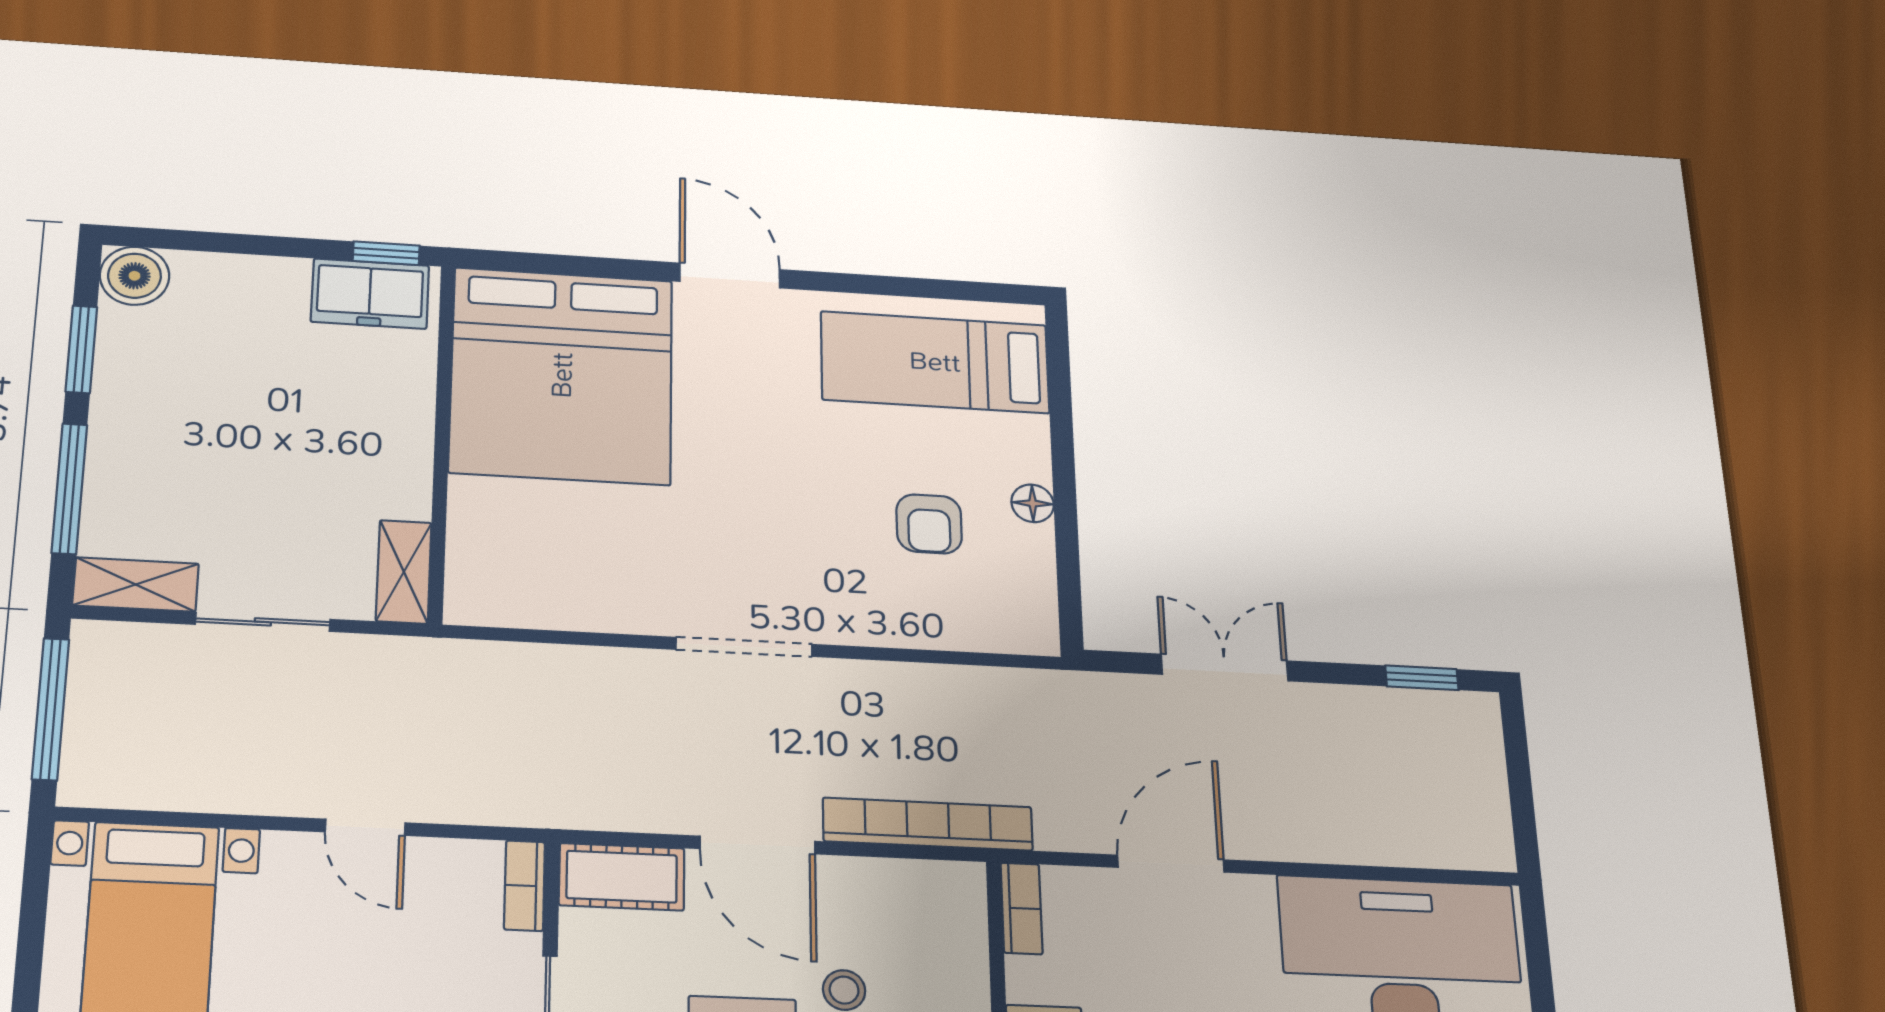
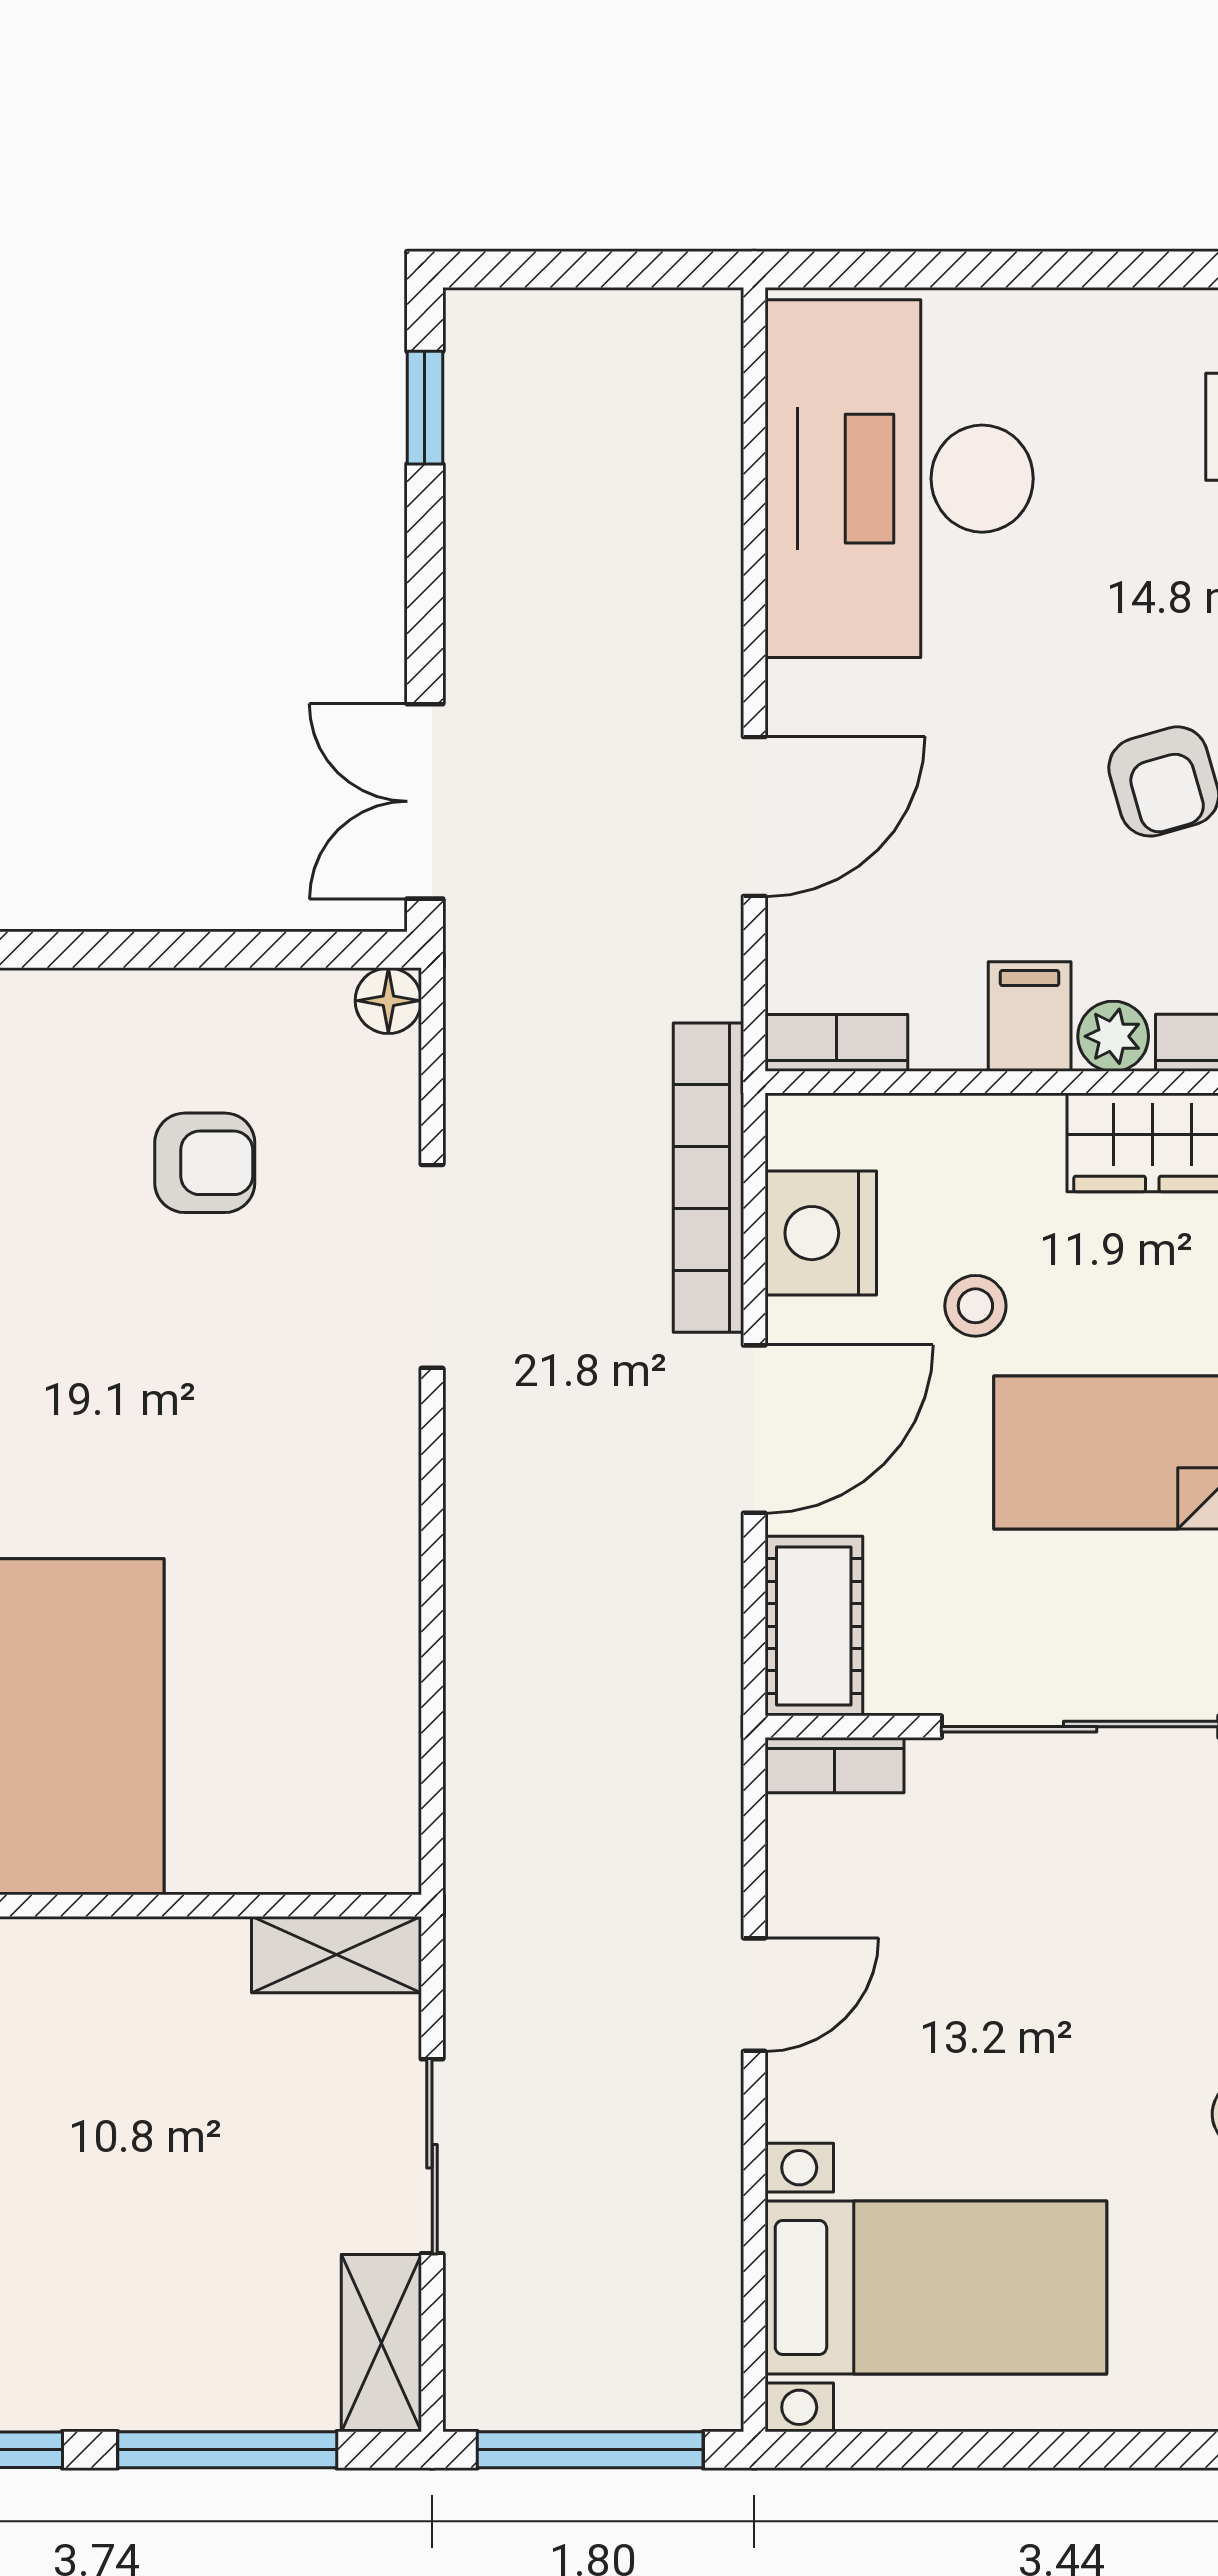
floor lamp: (1033, 503) -> (388, 1001), moved
doorway: (744, 647) -> (432, 1266), moved
double door: (1225, 668) -> (425, 801), moved
door: (1171, 864) -> (754, 816), swing flipped
nightstand: (892, 893) -> (821, 1233), added

